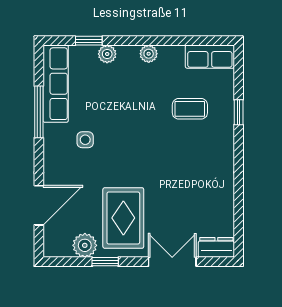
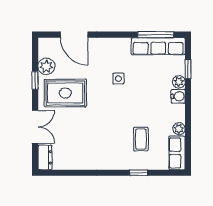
plant: (149, 54) -> (179, 129), moved
water cooler: (128, 55) -> (178, 96), added
window: (39, 112) -> (156, 35), moved
side table: (85, 140) -> (118, 78), moved

